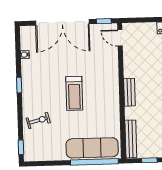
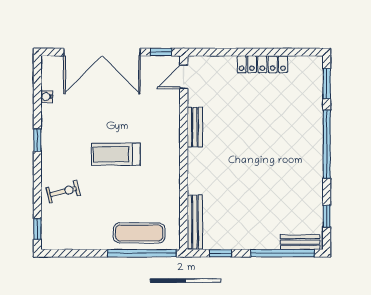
door: (120, 38) -> (184, 77), hinge flipped
bench: (129, 92) -> (195, 127), moved
treadmill: (74, 93) -> (116, 154), turned 90
exercise mat: (92, 148) -> (139, 233), width x0.73, depth x0.69

